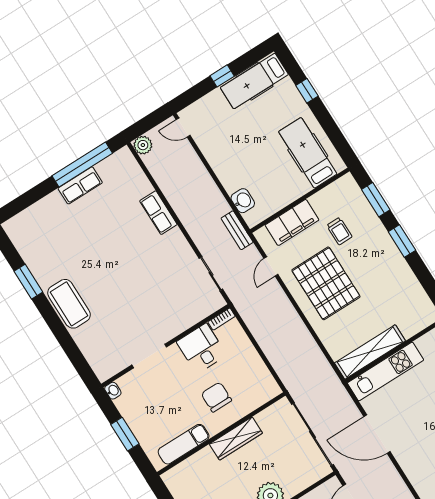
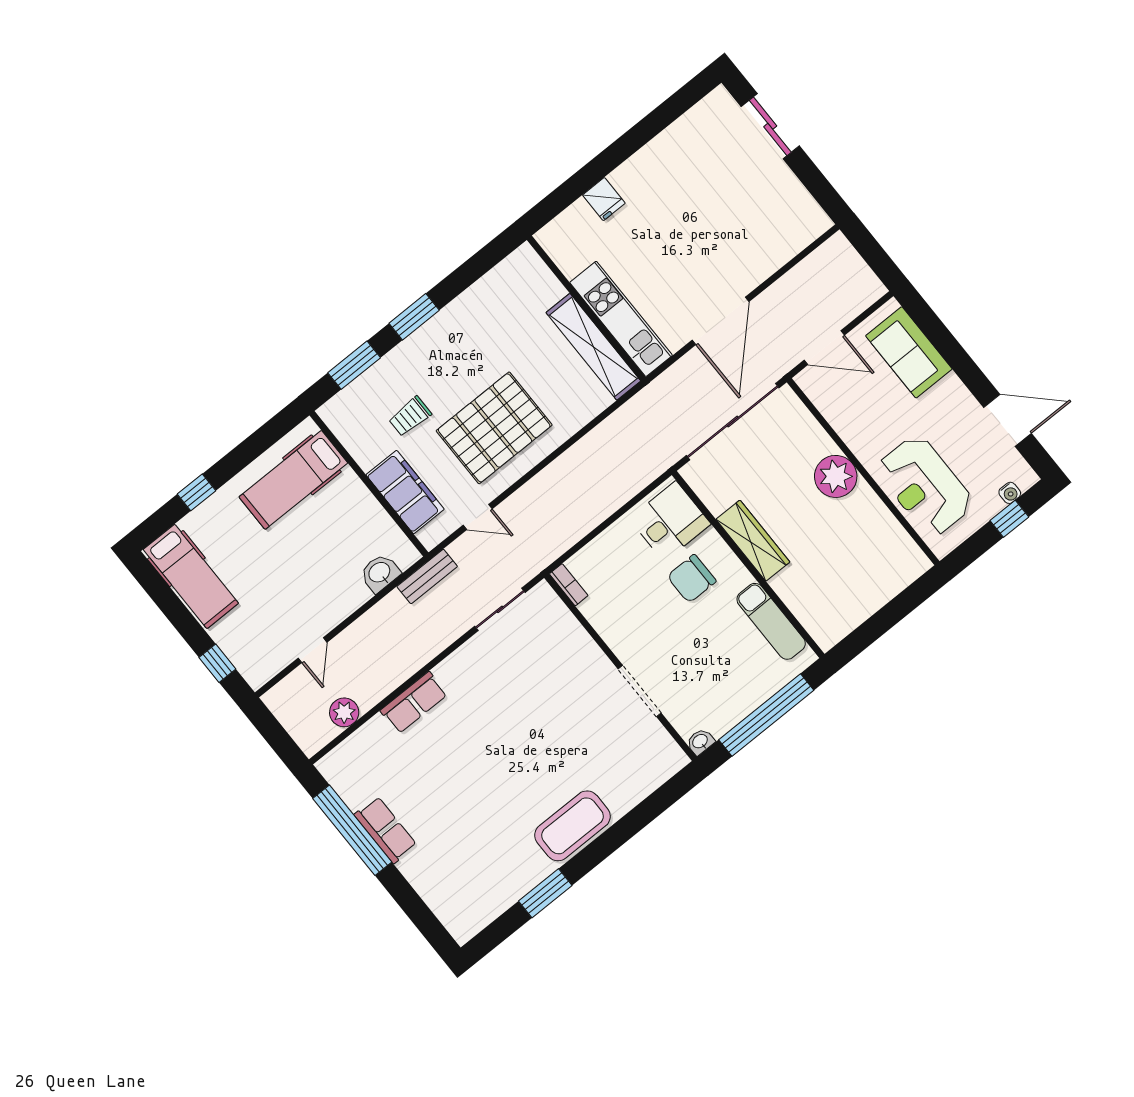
window: (222, 76) -> (217, 663), moved
door: (183, 128) -> (313, 650), moved
plant: (143, 145) -> (344, 712), moved
trolley: (339, 231) -> (410, 416), turned 180
desk: (202, 348) -> (670, 521), moved, turned 180
window: (125, 434) -> (766, 715), width x2.11

